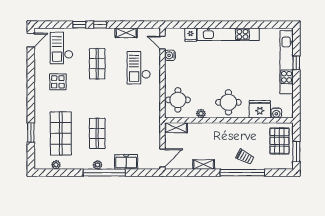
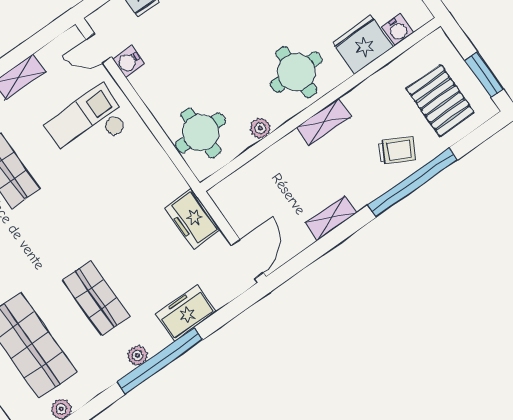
checkout: (139, 68) -> (87, 125), turned 90
shelving: (176, 128) -> (324, 122), moved
freezer: (153, 129) -> (193, 219), added
pallet: (279, 141) -> (440, 100), moved

